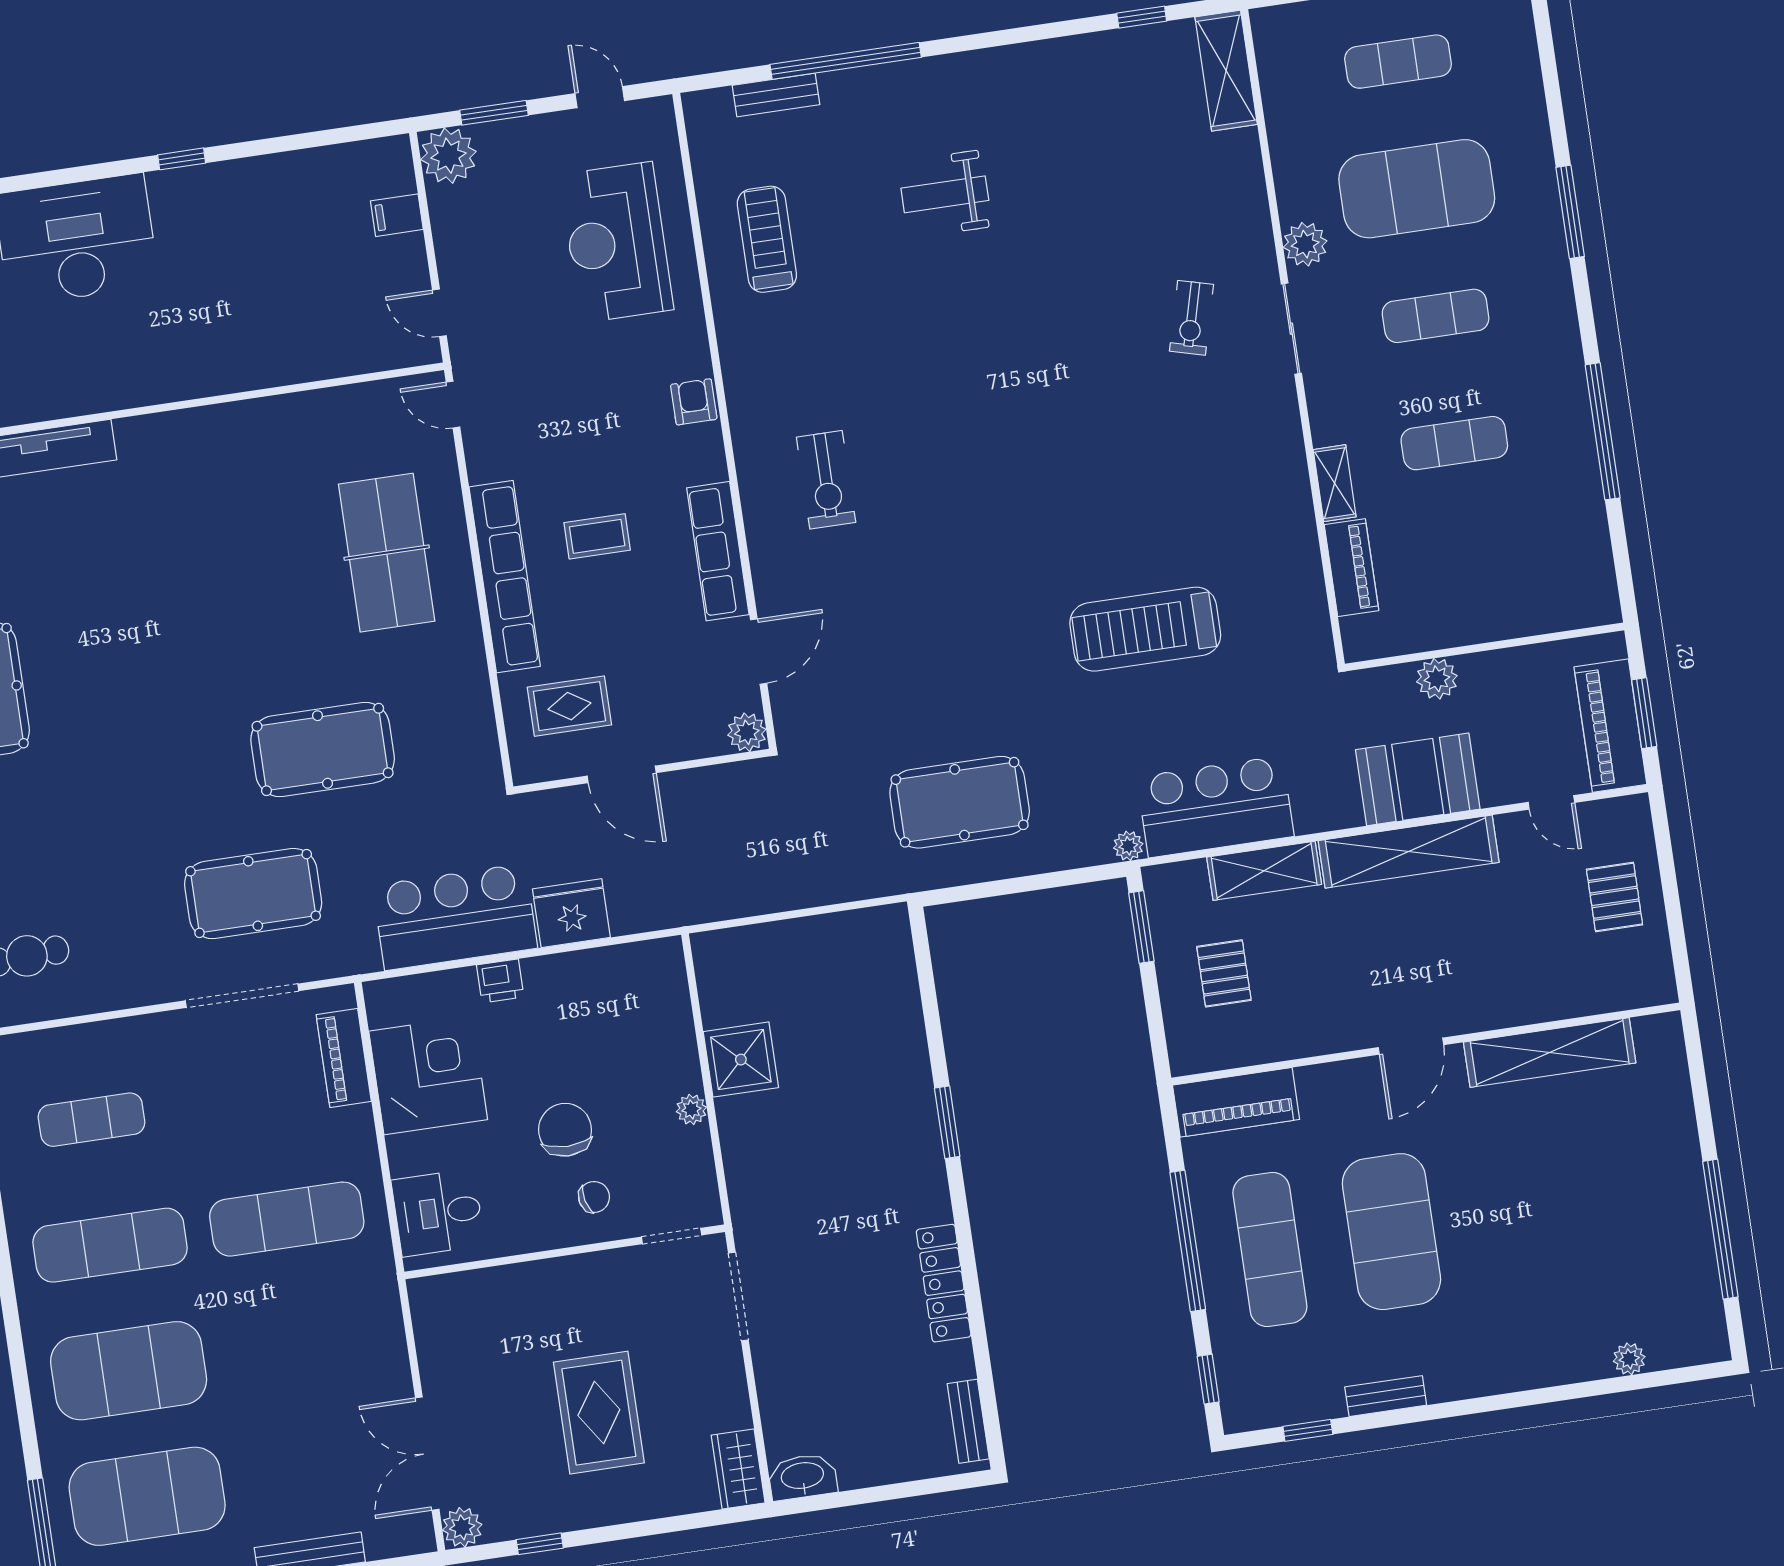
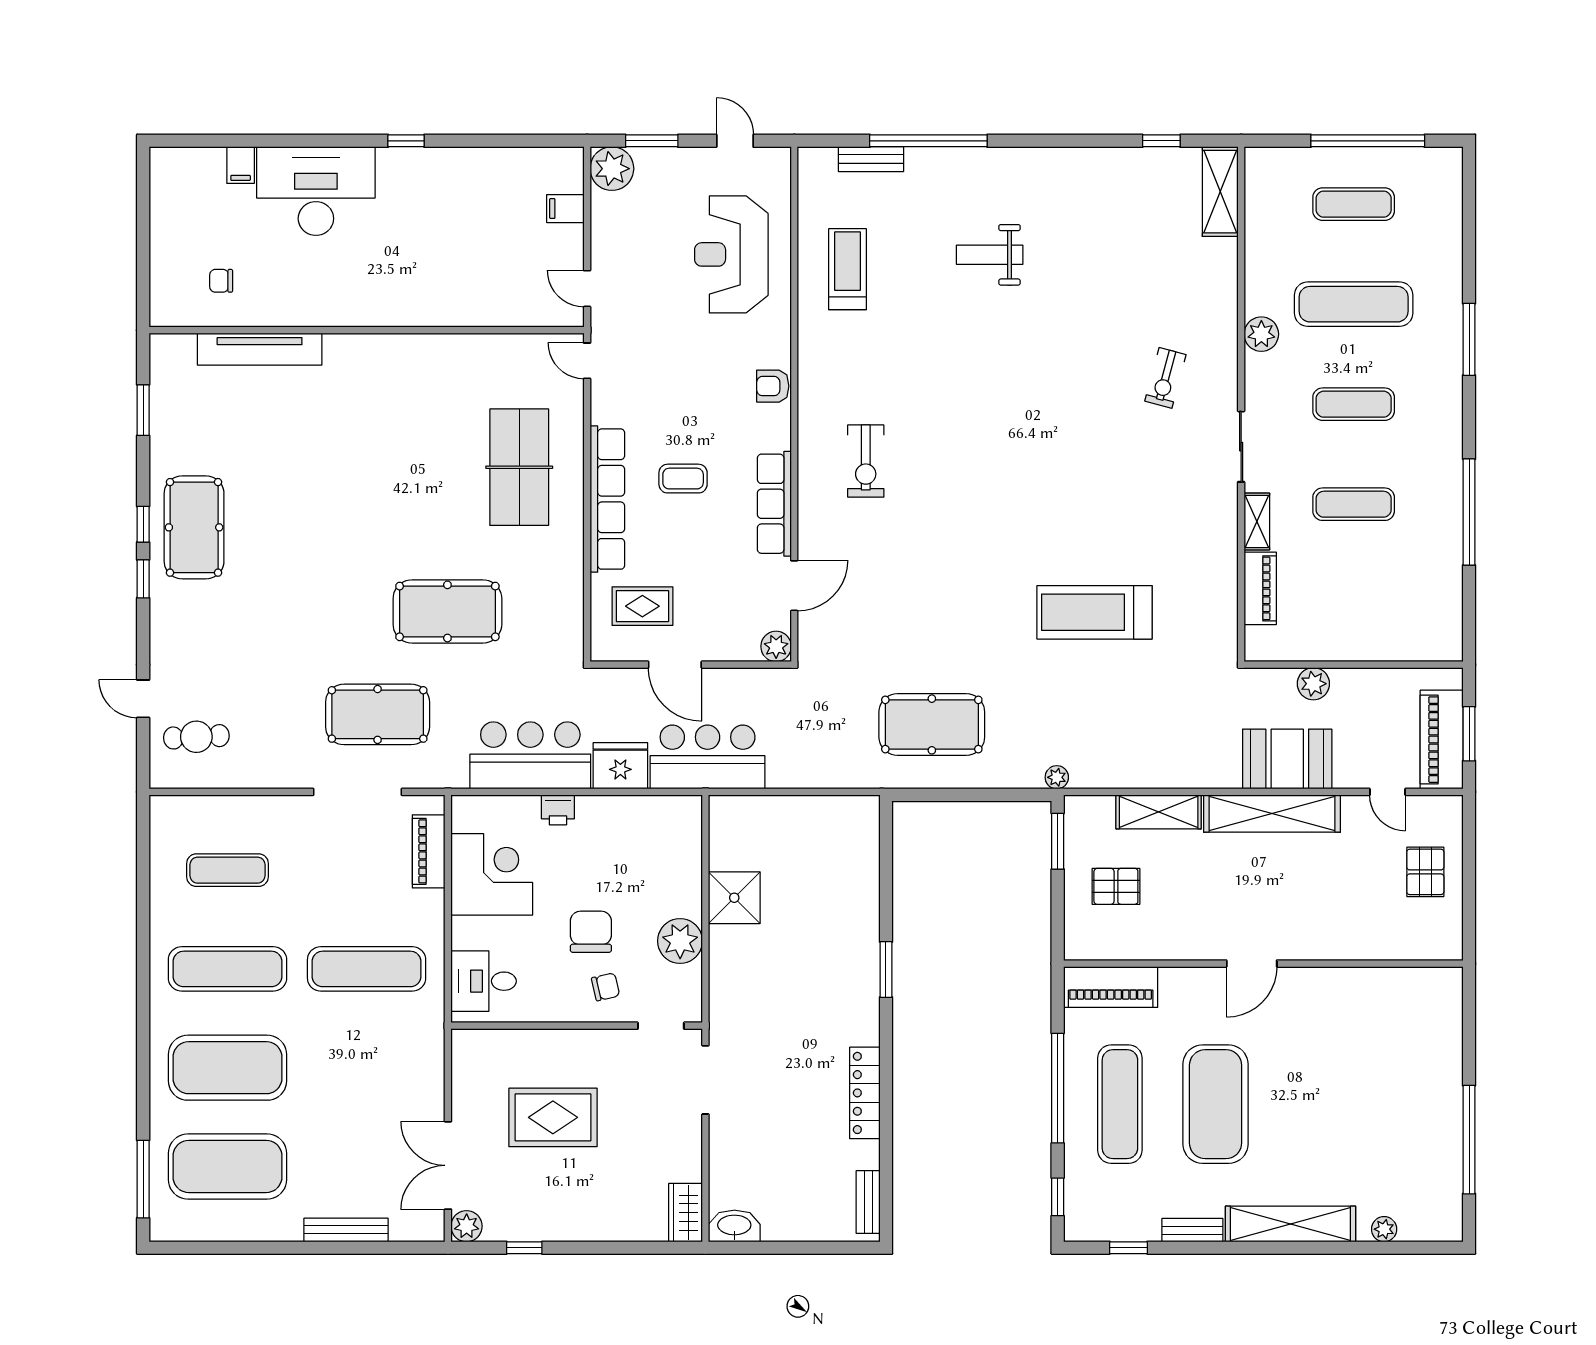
exercise mat: (1417, 189) -> (1354, 304), width x0.68
sliding door: (1291, 329) -> (1241, 447), moved
armchair: (694, 402) -> (773, 386), turned -90
bar counter: (1215, 807) -> (708, 757), moved
pallet: (1224, 973) -> (1116, 886), turned 90
shelving: (1550, 1053) -> (1290, 1224), moved
plant: (691, 1109) -> (680, 941), width x1.87, depth x1.87
rug: (599, 1413) -> (553, 1117), moved, turned 90

